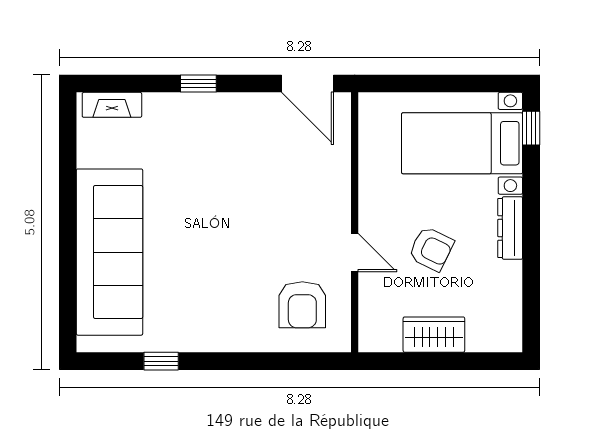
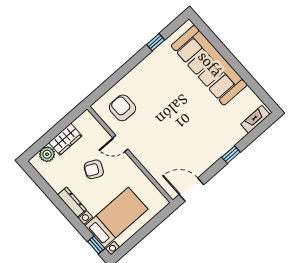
plant: (483, 336) -> (47, 154), added

